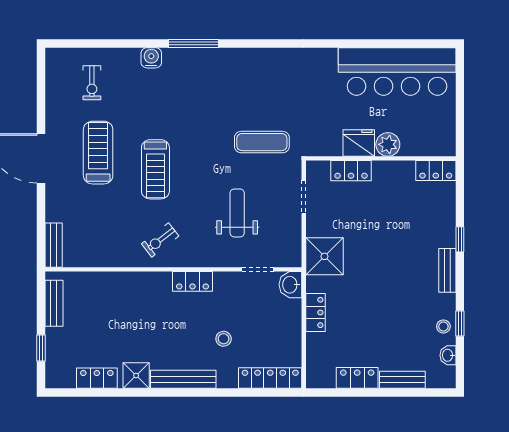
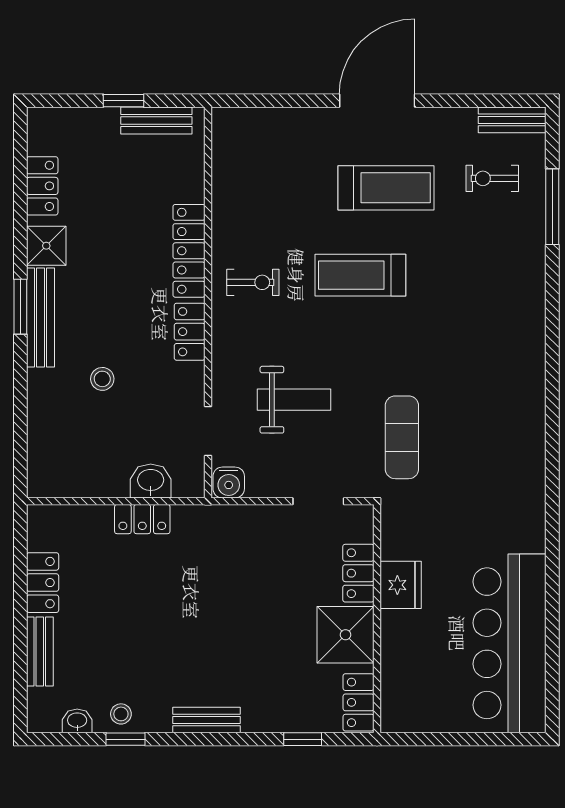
window: (193, 43) -> (552, 207), moved
water cooler: (151, 58) -> (229, 482), moved, turned 90
plant: (388, 144) -> (398, 629), removed
window: (460, 239) -> (303, 739), moved
exercise bike: (160, 240) -> (253, 282), turned 128
bench: (54, 245) -> (512, 120), moved
shower: (324, 256) -> (346, 635), moved
washbasin: (290, 285) -> (151, 481), moved
window: (41, 348) -> (124, 101), moved
locker: (270, 378) -> (189, 251), moved, turned 180
window: (176, 393) -> (20, 307), added

